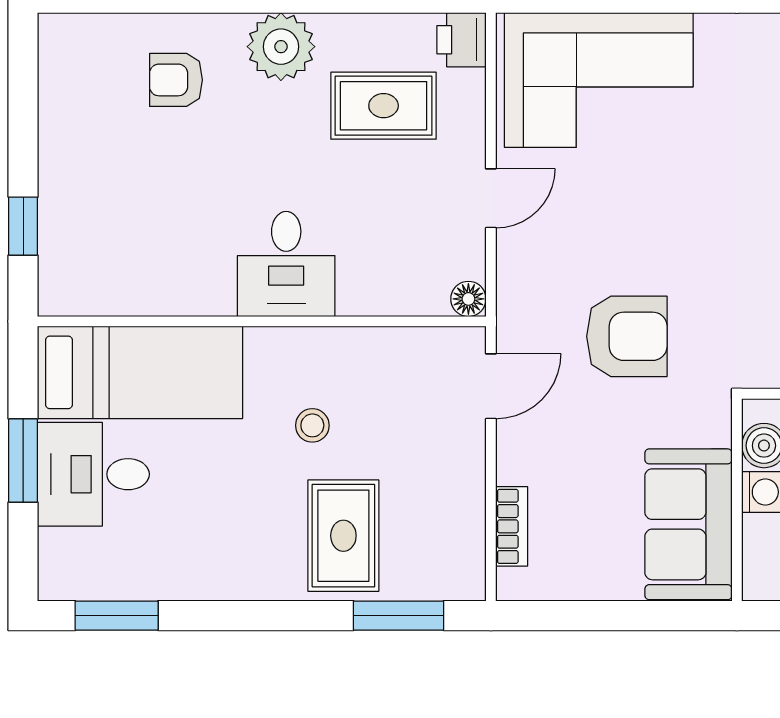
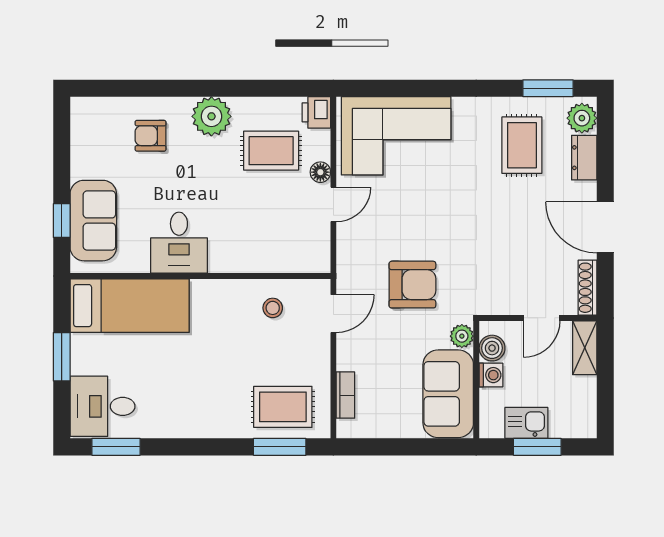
sofa: (78, 226) -> (93, 221), added
desk: (286, 264) -> (179, 243), moved
floor lamp: (468, 299) -> (320, 172), moved
stool: (312, 425) -> (273, 308), moved
plant: (712, 425) -> (462, 336), added
desk: (93, 474) -> (103, 406), moved
rug: (343, 536) -> (283, 407), moved, turned 90

